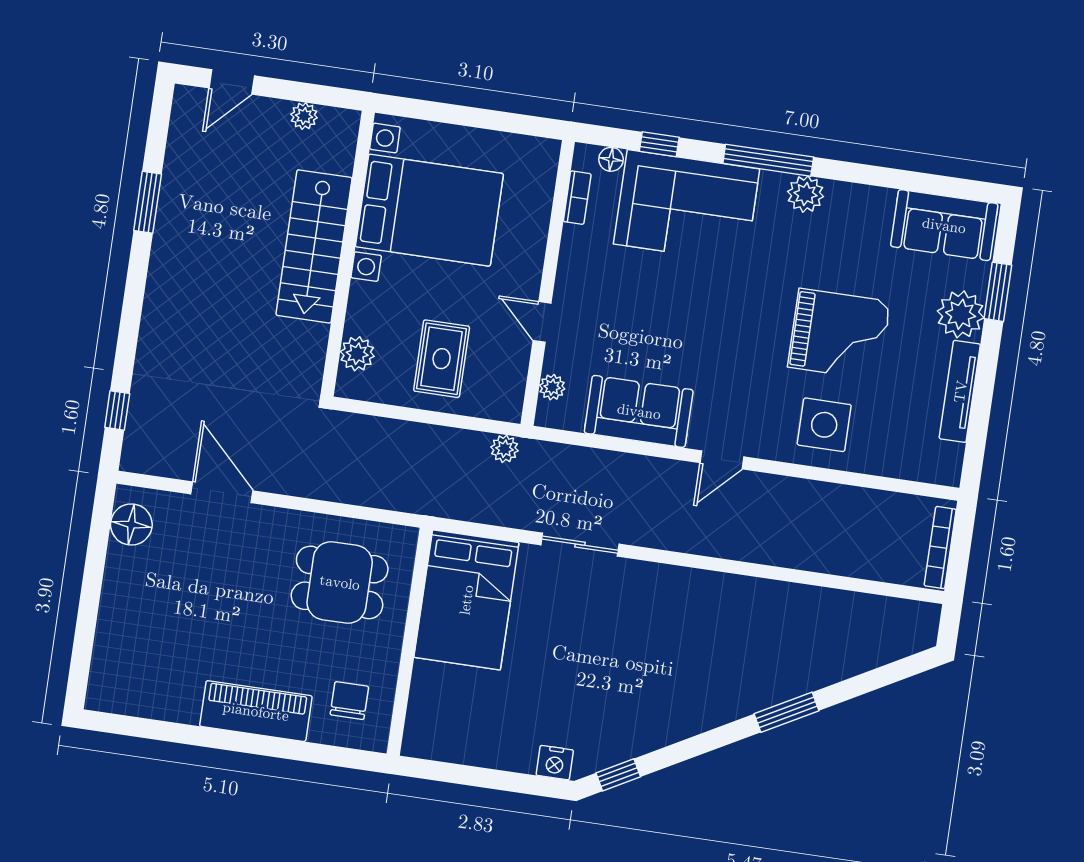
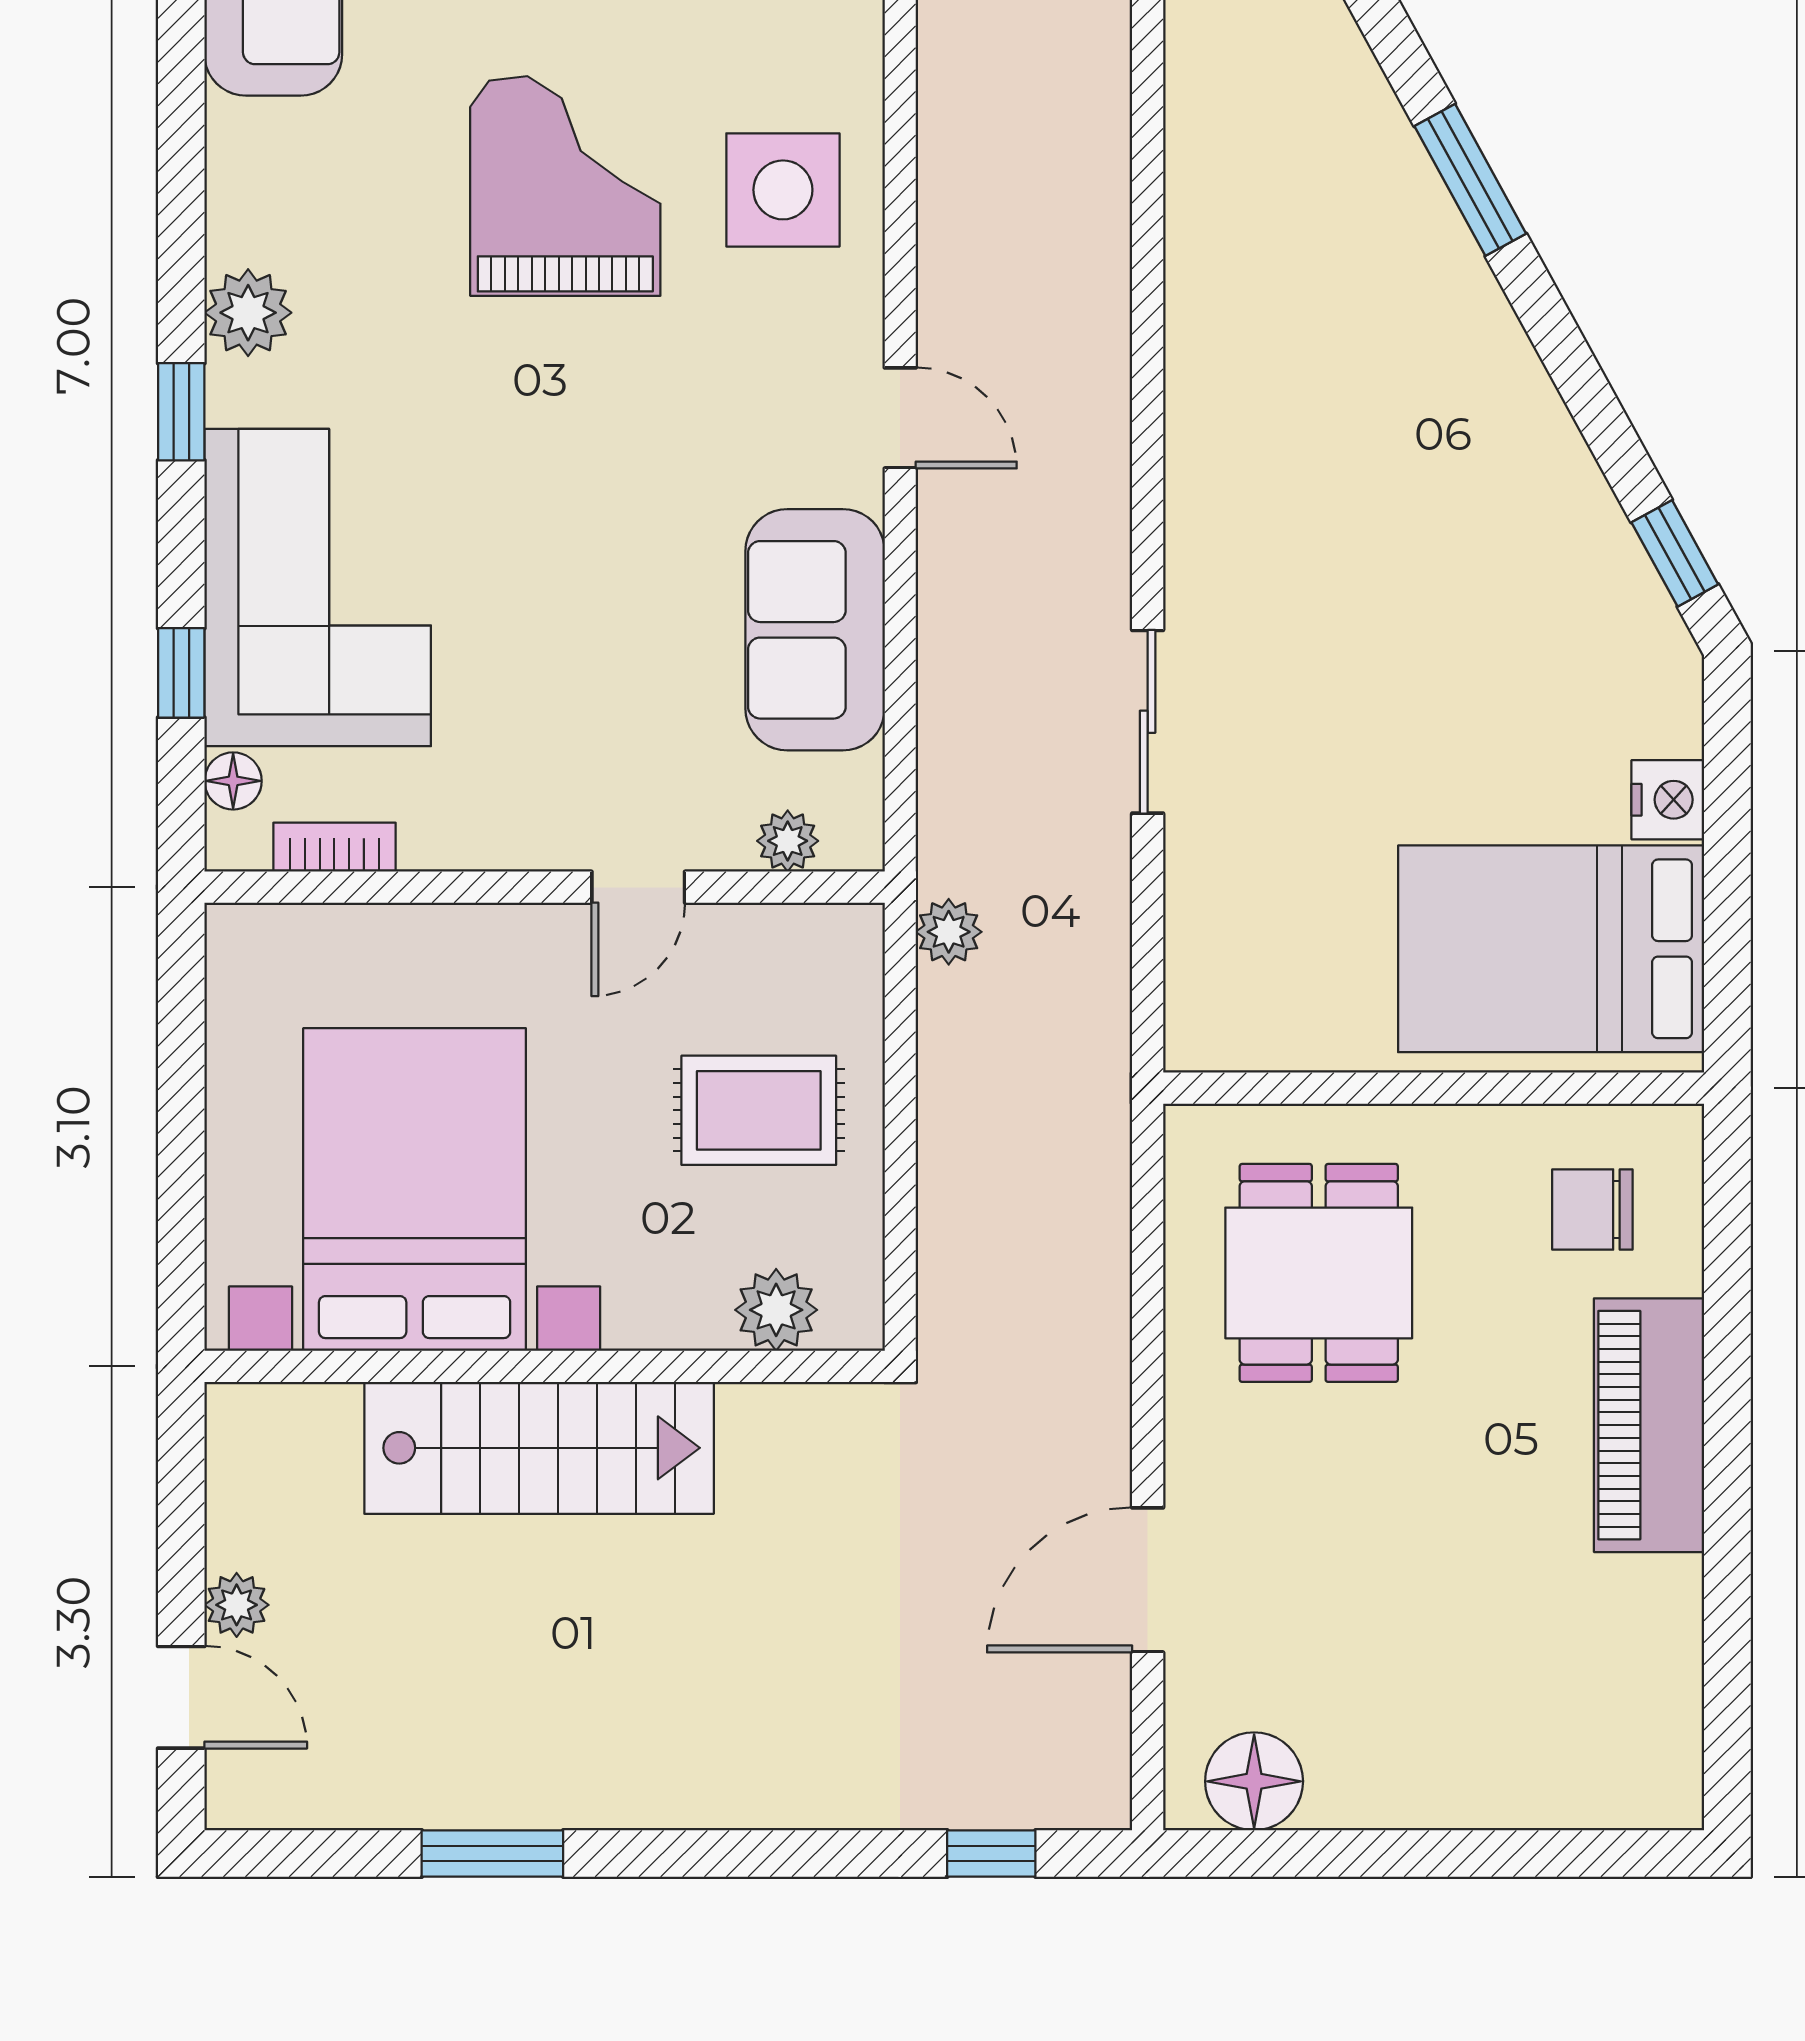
plant: (304, 116) -> (237, 1605), moved
window: (768, 160) -> (181, 412), width x0.46
bed: (466, 600) -> (1551, 949), moved, turned 180
nightstand: (555, 763) -> (1668, 800), moved

